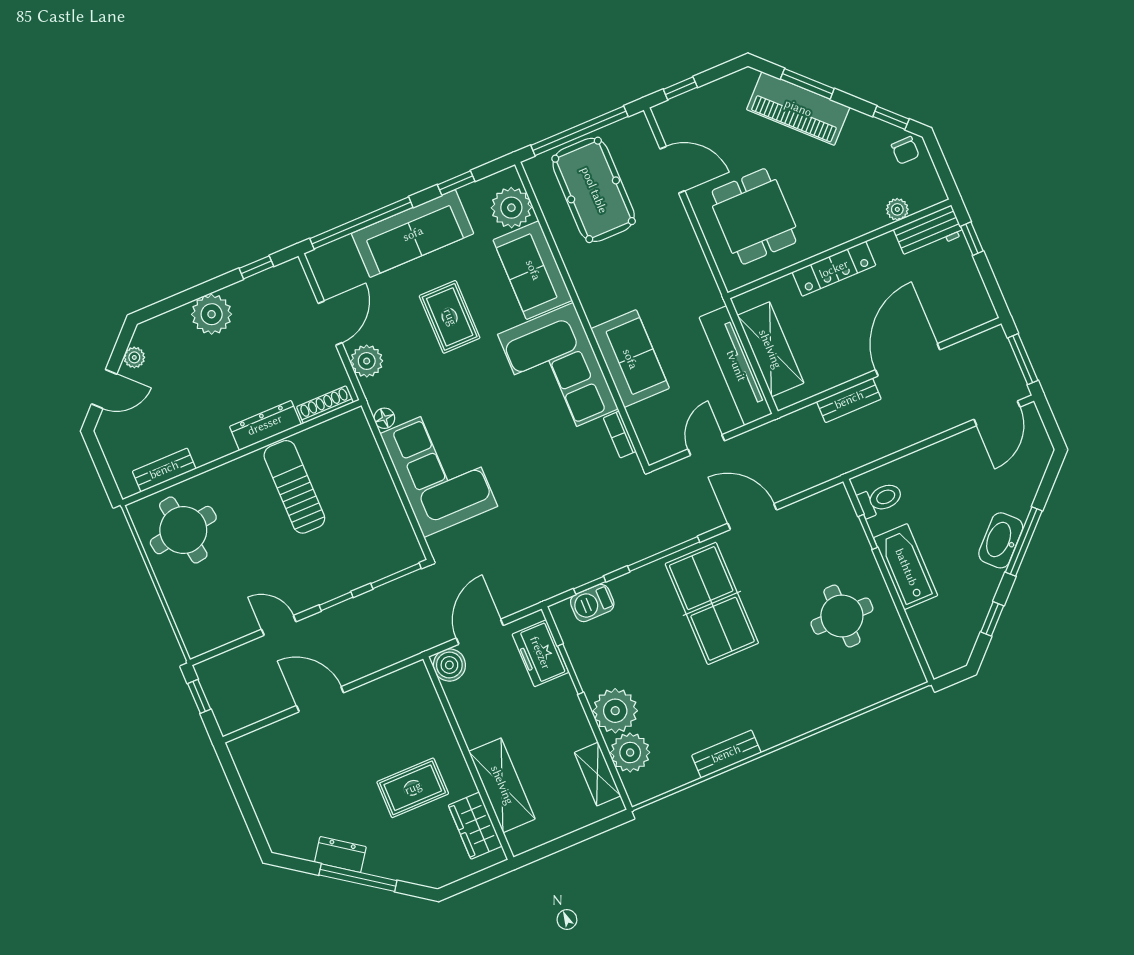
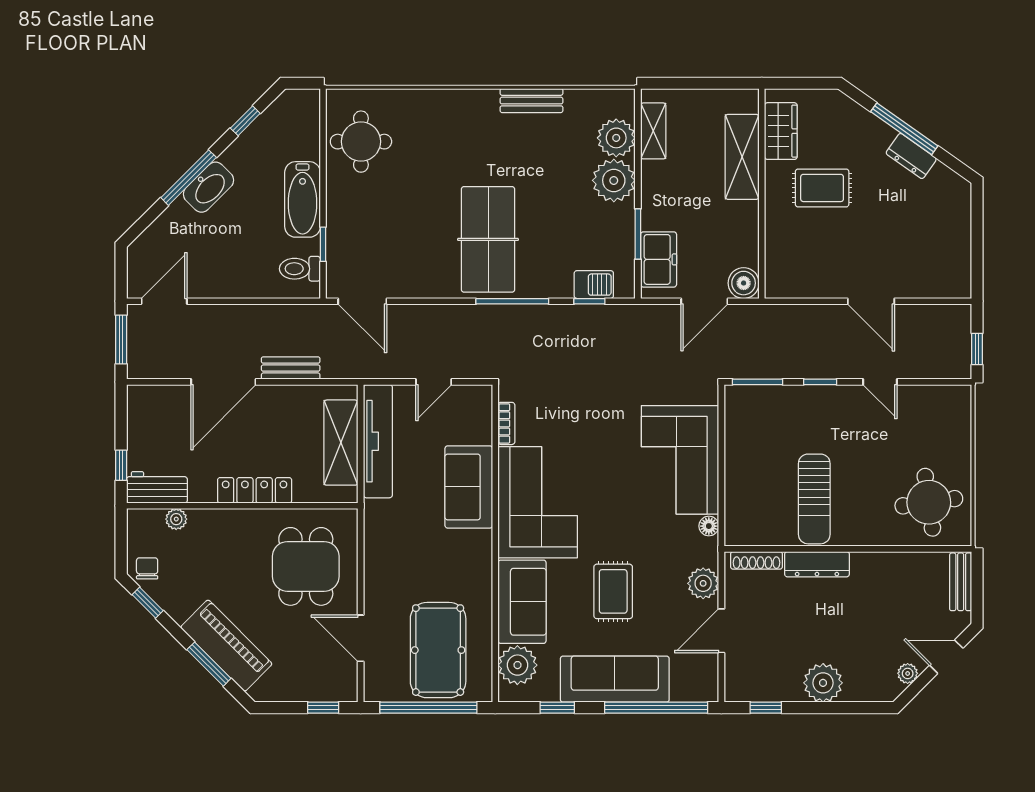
bench: (164, 470) -> (961, 582), moved, turned 90
door: (752, 517) -> (362, 301), moved
round table: (842, 616) -> (361, 142), moved

